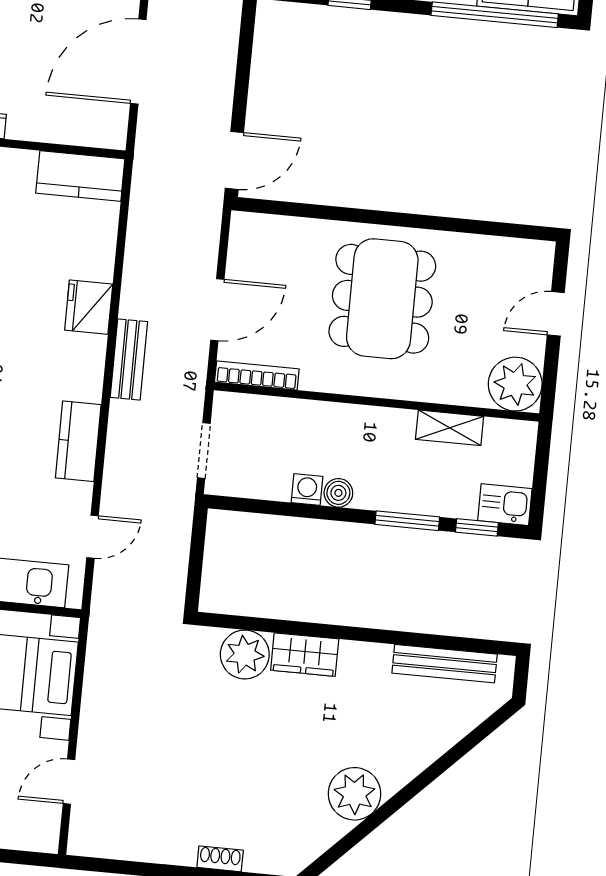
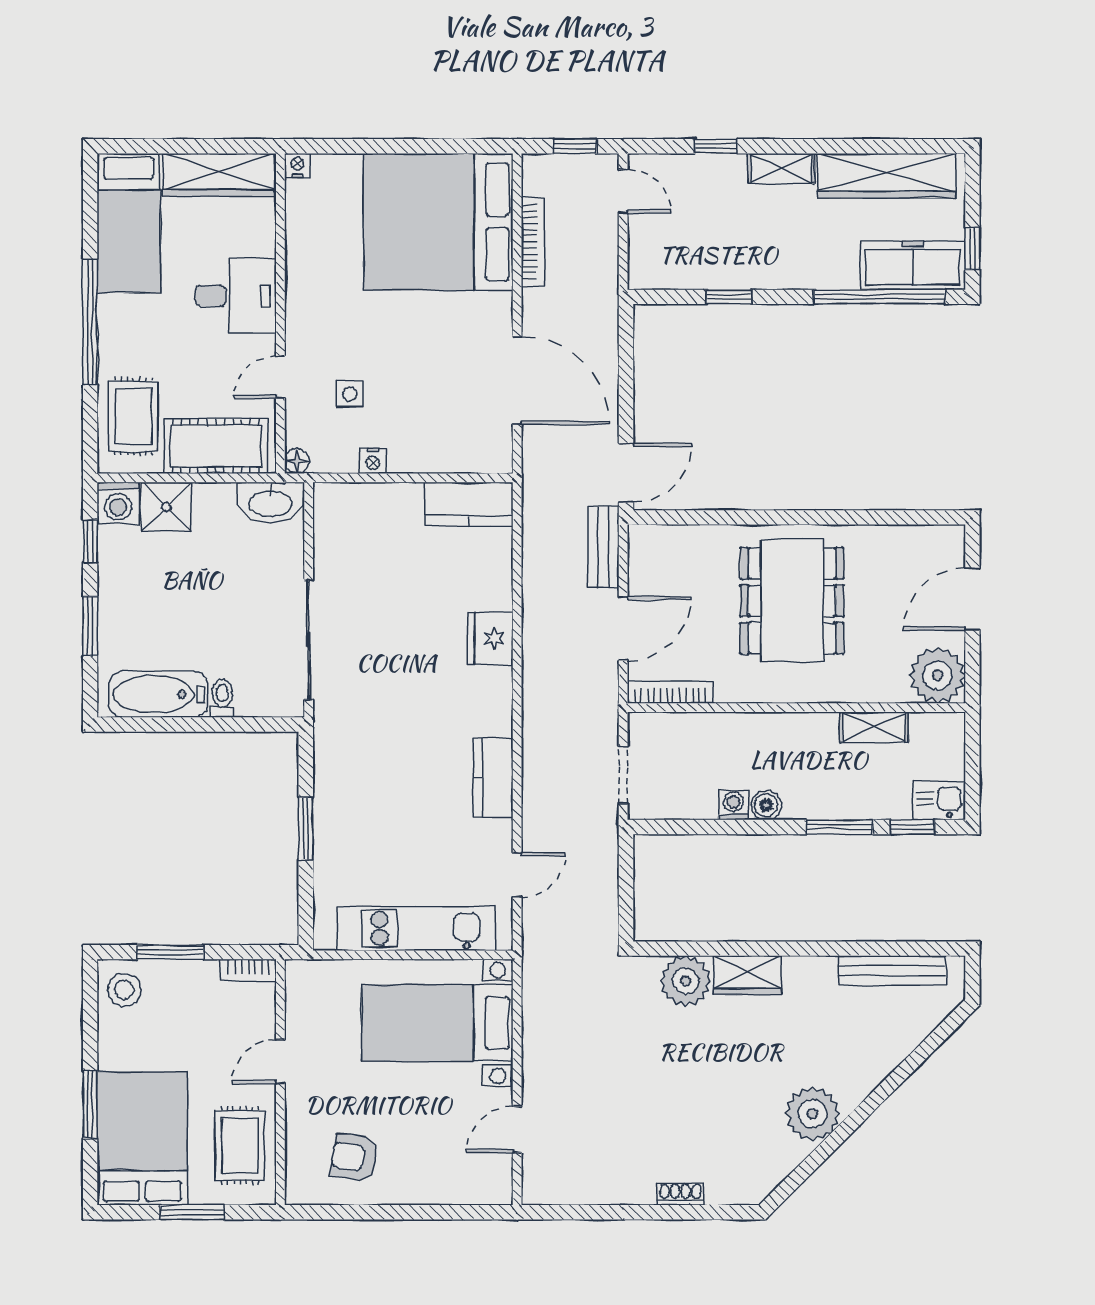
door: (138, 61) -> (517, 380), swing flipped
door: (556, 314) -> (972, 599), width x1.38
bench: (129, 360) -> (603, 547), moved

